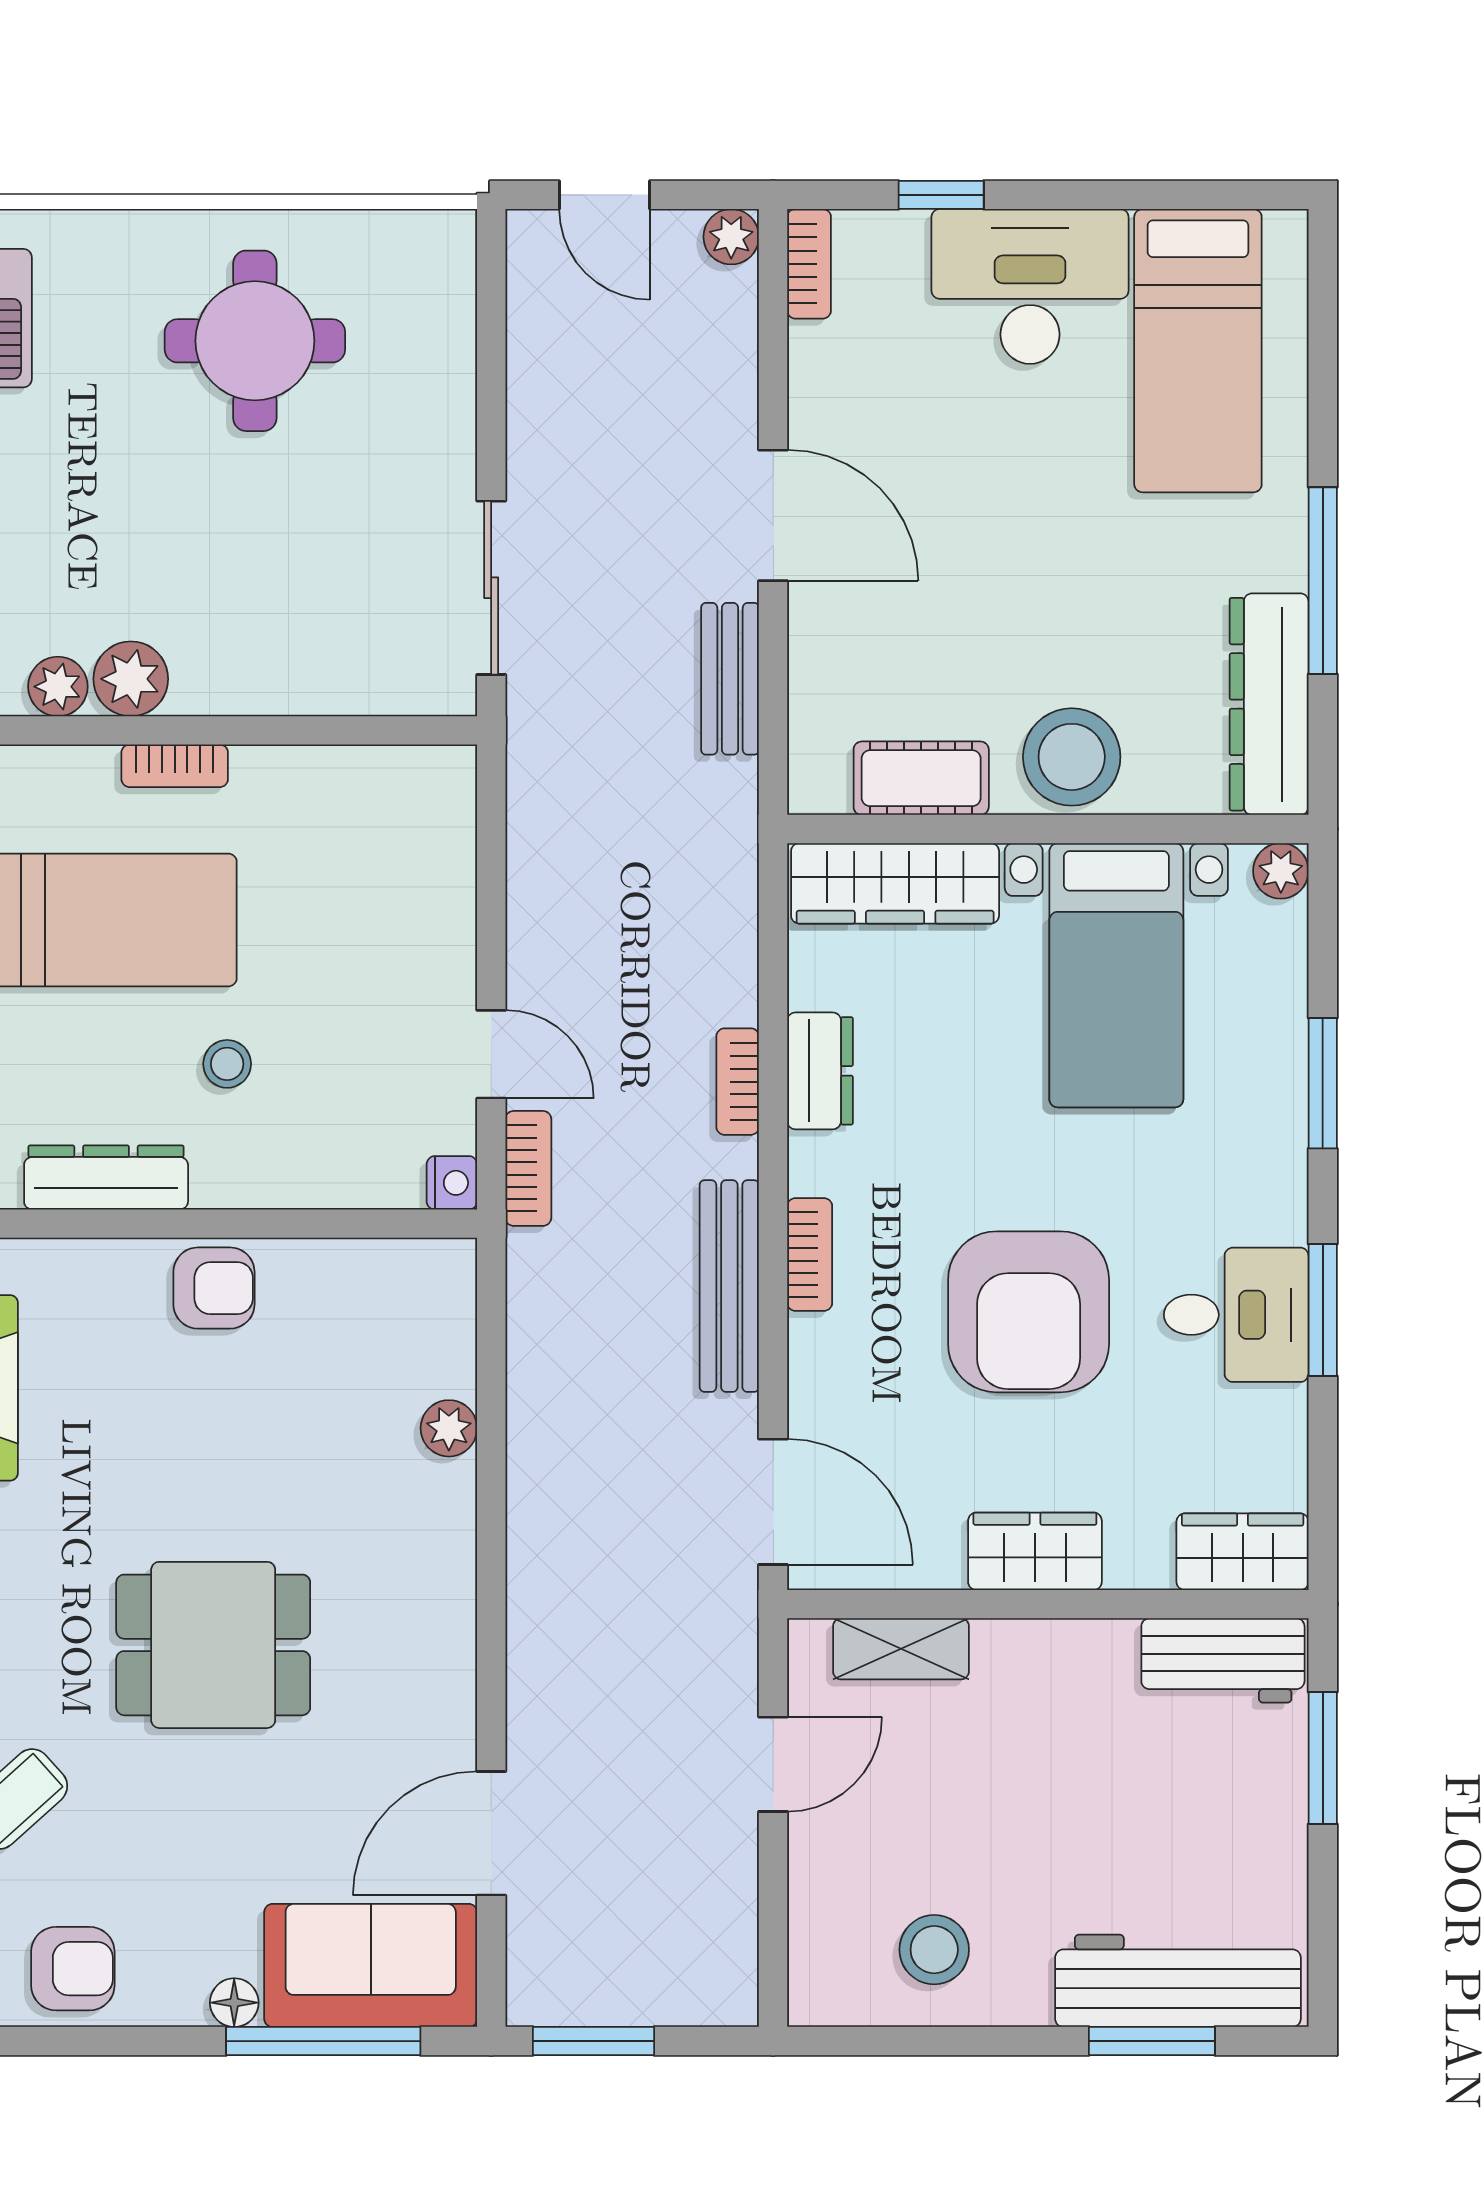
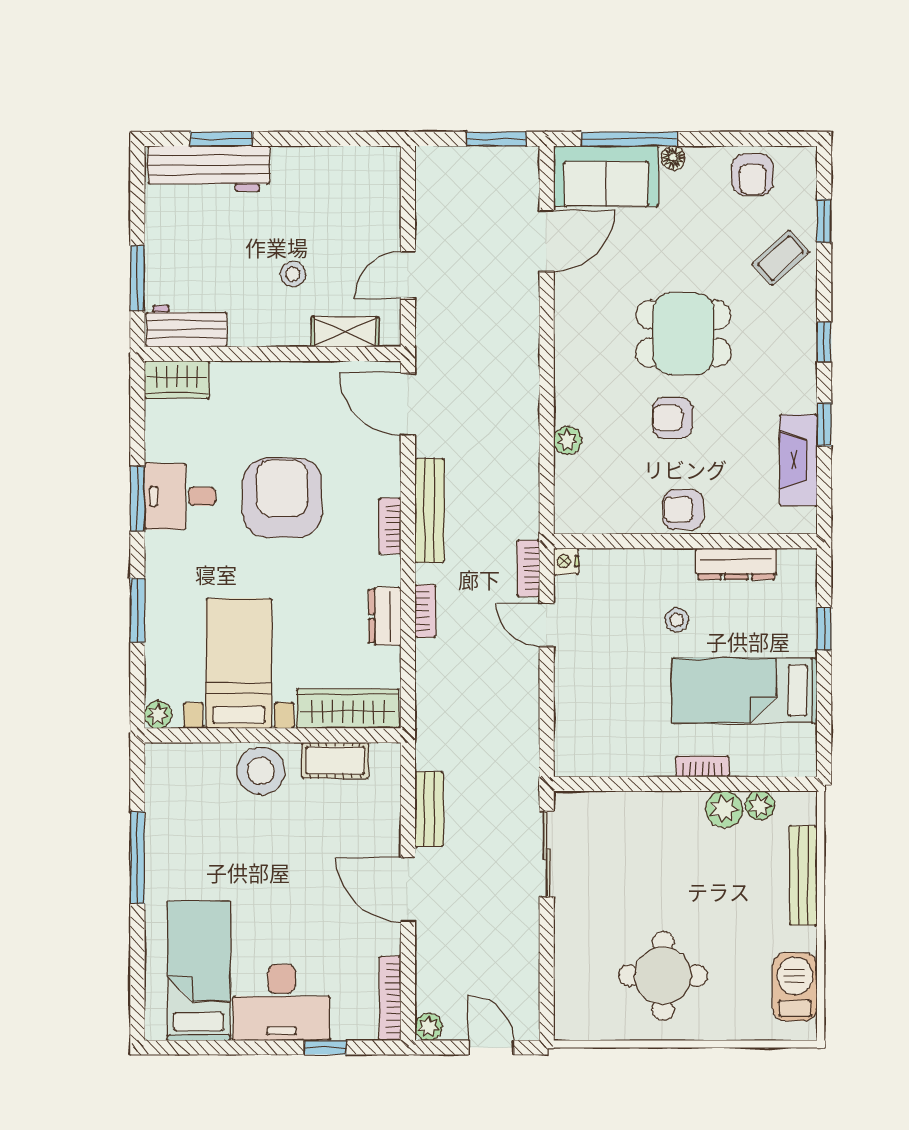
bookcase: (809, 264) -> (390, 998), width x1.56
dresser: (1269, 704) -> (164, 797), removed
armchair: (236, 1474) -> (672, 418), added
wardrobe: (1035, 1551) -> (279, 380), removed
stool: (934, 1950) -> (293, 274), moved, width x0.73, depth x0.73
armchair: (73, 1969) -> (753, 174), turned -90

